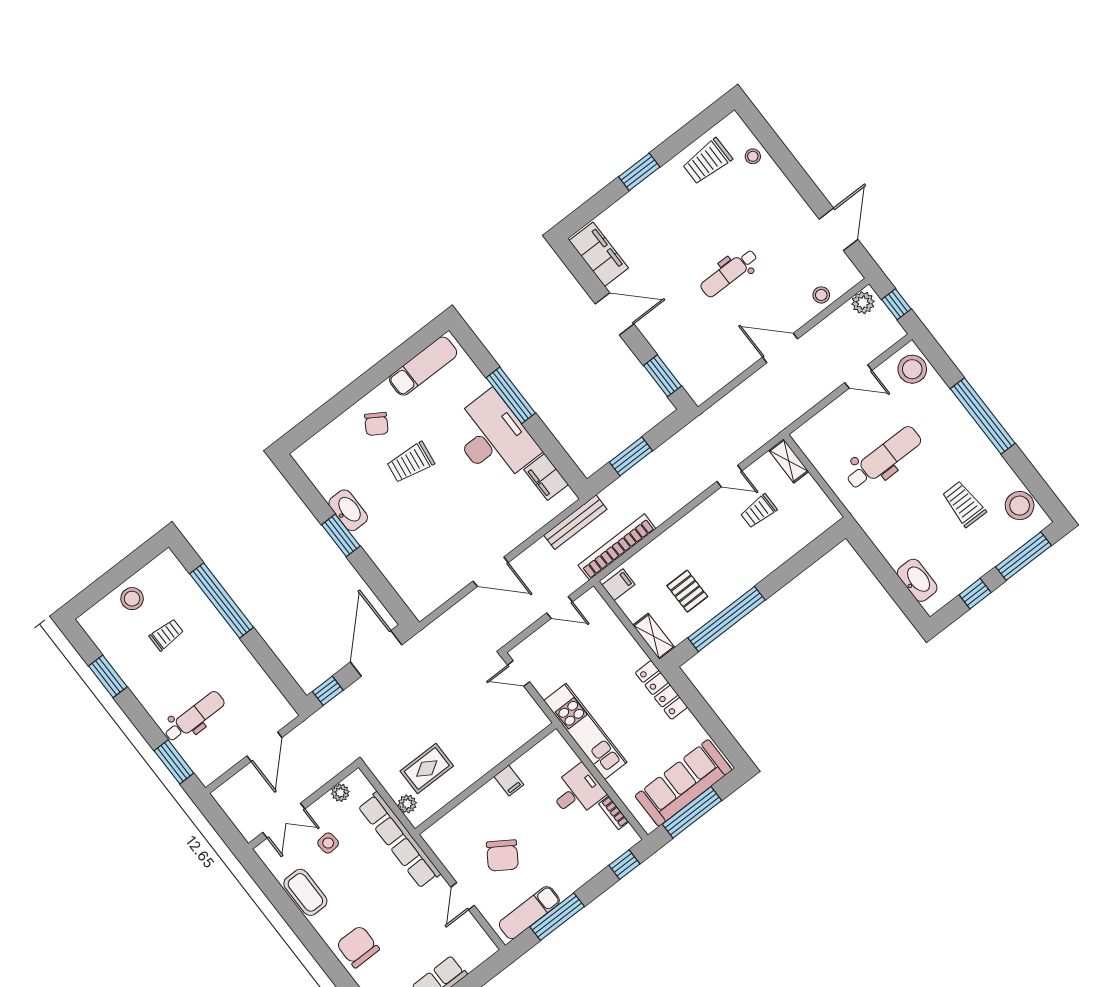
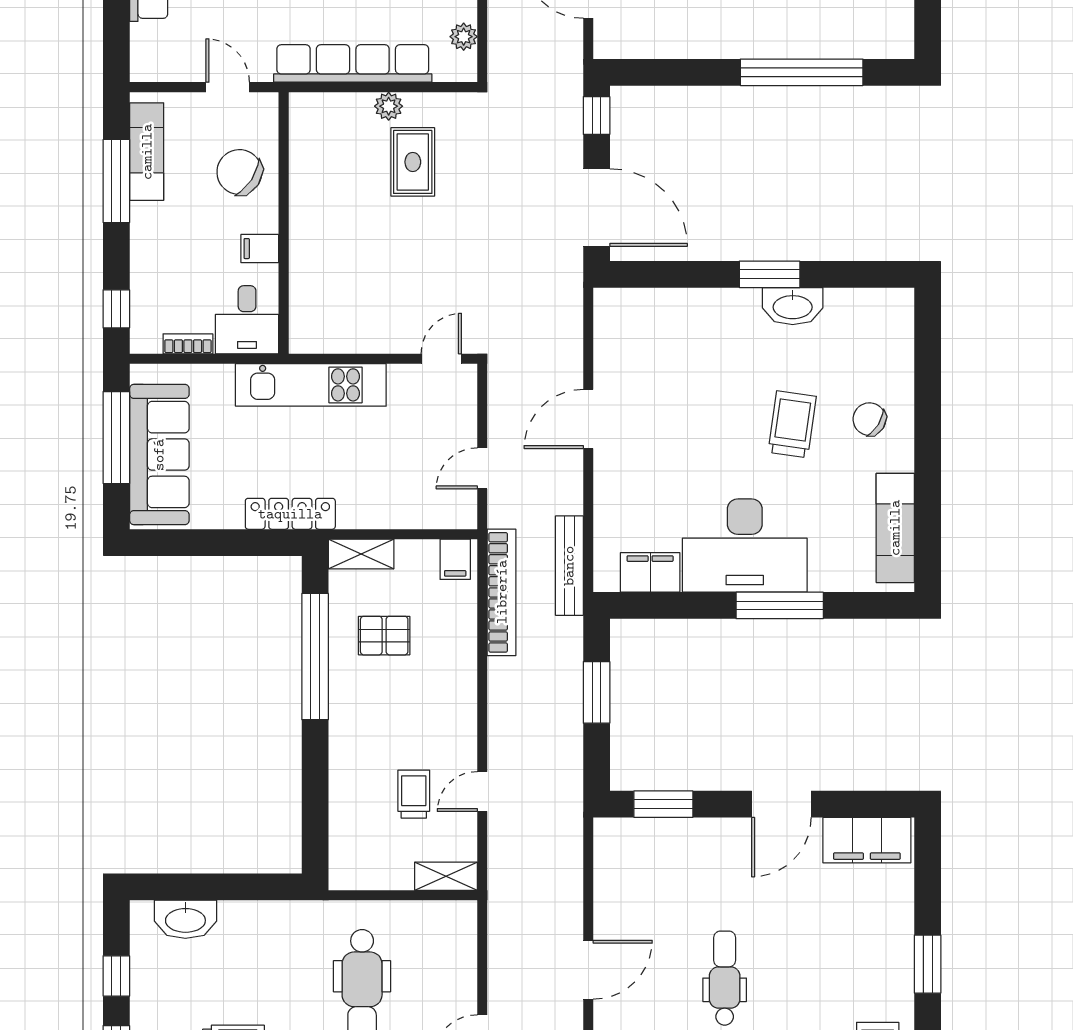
wall: (486, 779) -> (284, 223), moved
filing cabinet: (509, 781) -> (260, 249), moved

